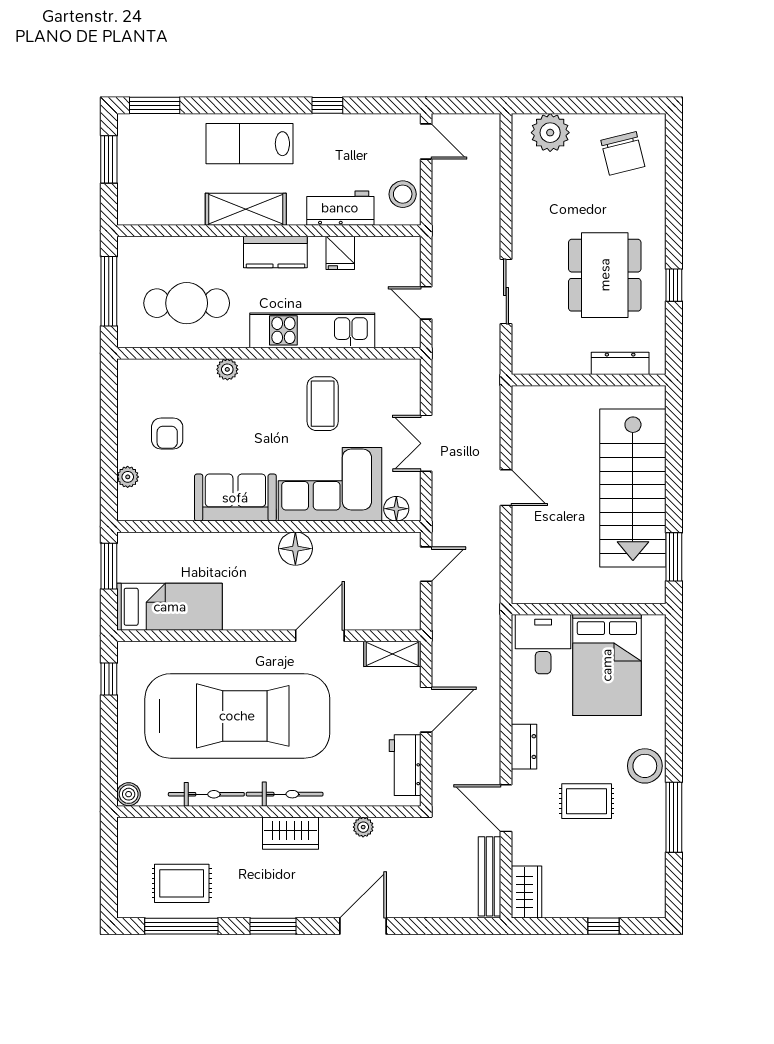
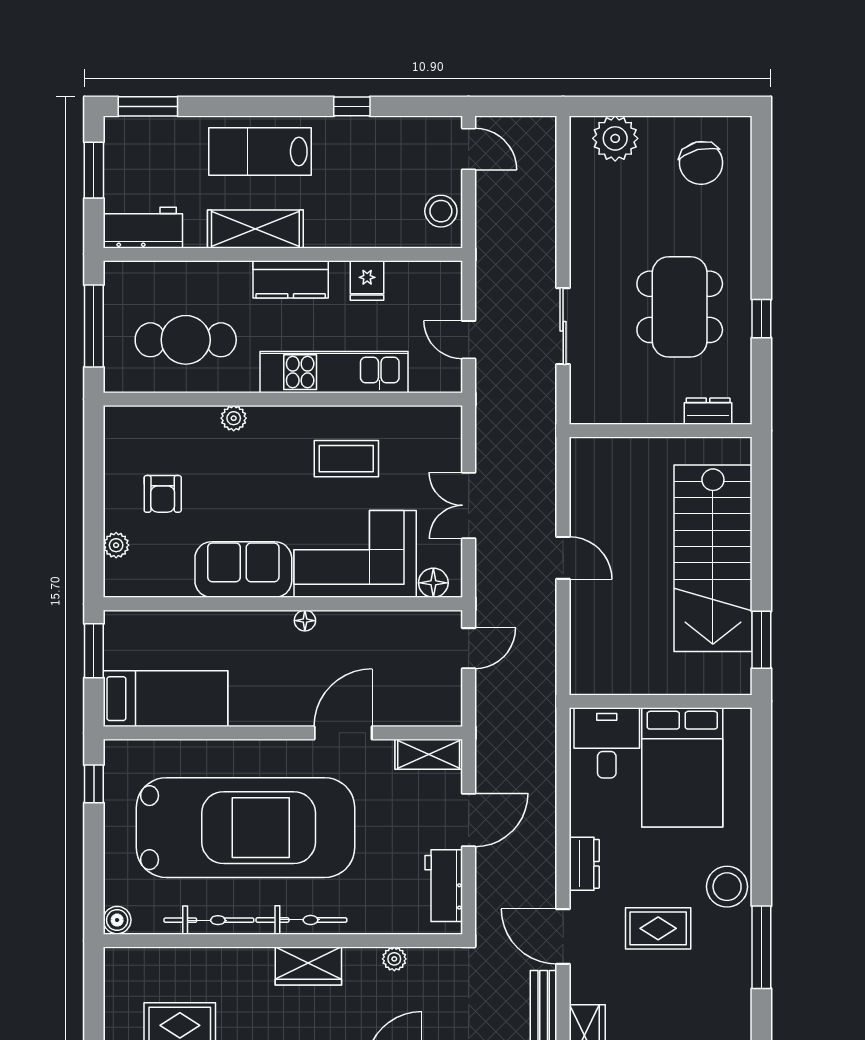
workbench: (340, 208) -> (143, 228), moved
dresser: (620, 363) -> (708, 411), width x0.70
coffee table: (323, 404) -> (346, 459), turned 90
floor lamp: (295, 549) -> (305, 621), width x0.53, depth x0.53

